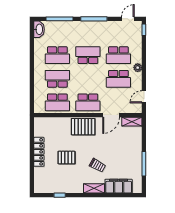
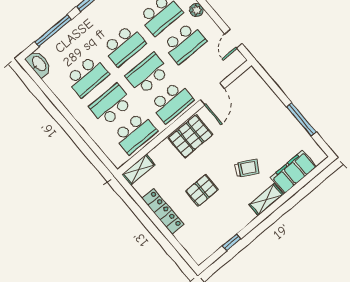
school desk: (88, 55) -> (124, 45), turned 180
school desk: (88, 79) -> (148, 74), added
shelving: (132, 122) -> (139, 169), moved

